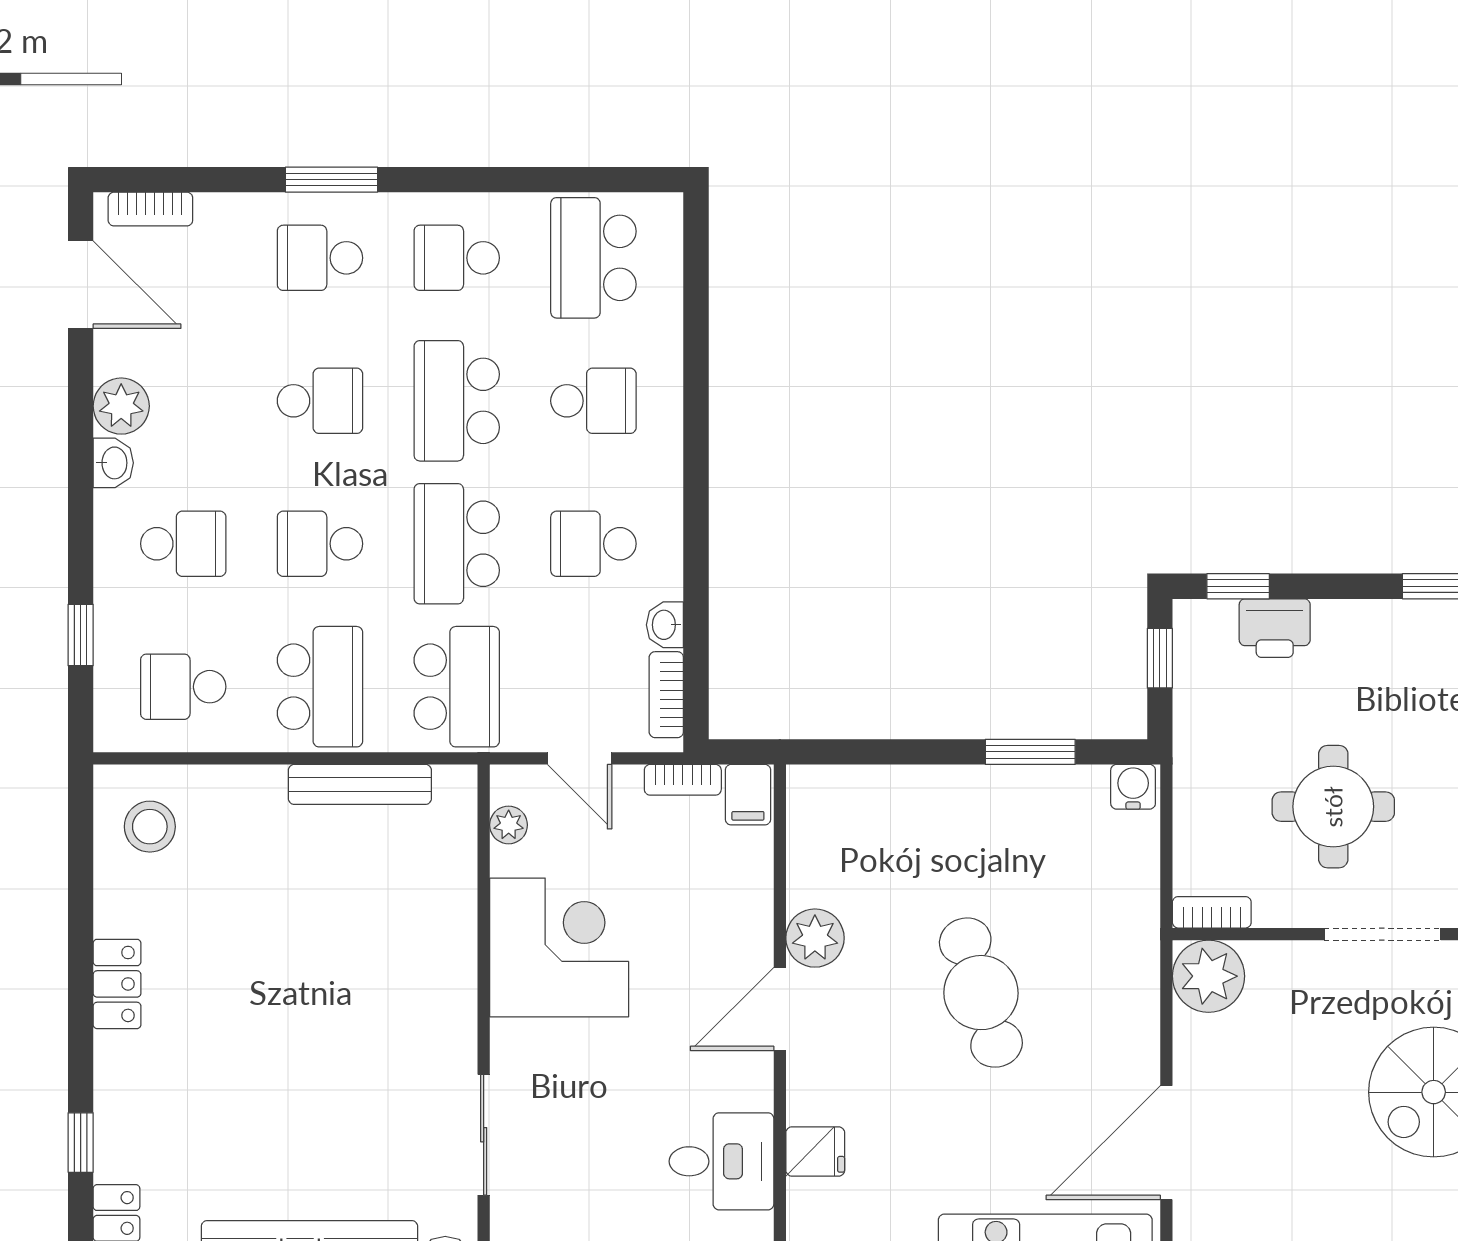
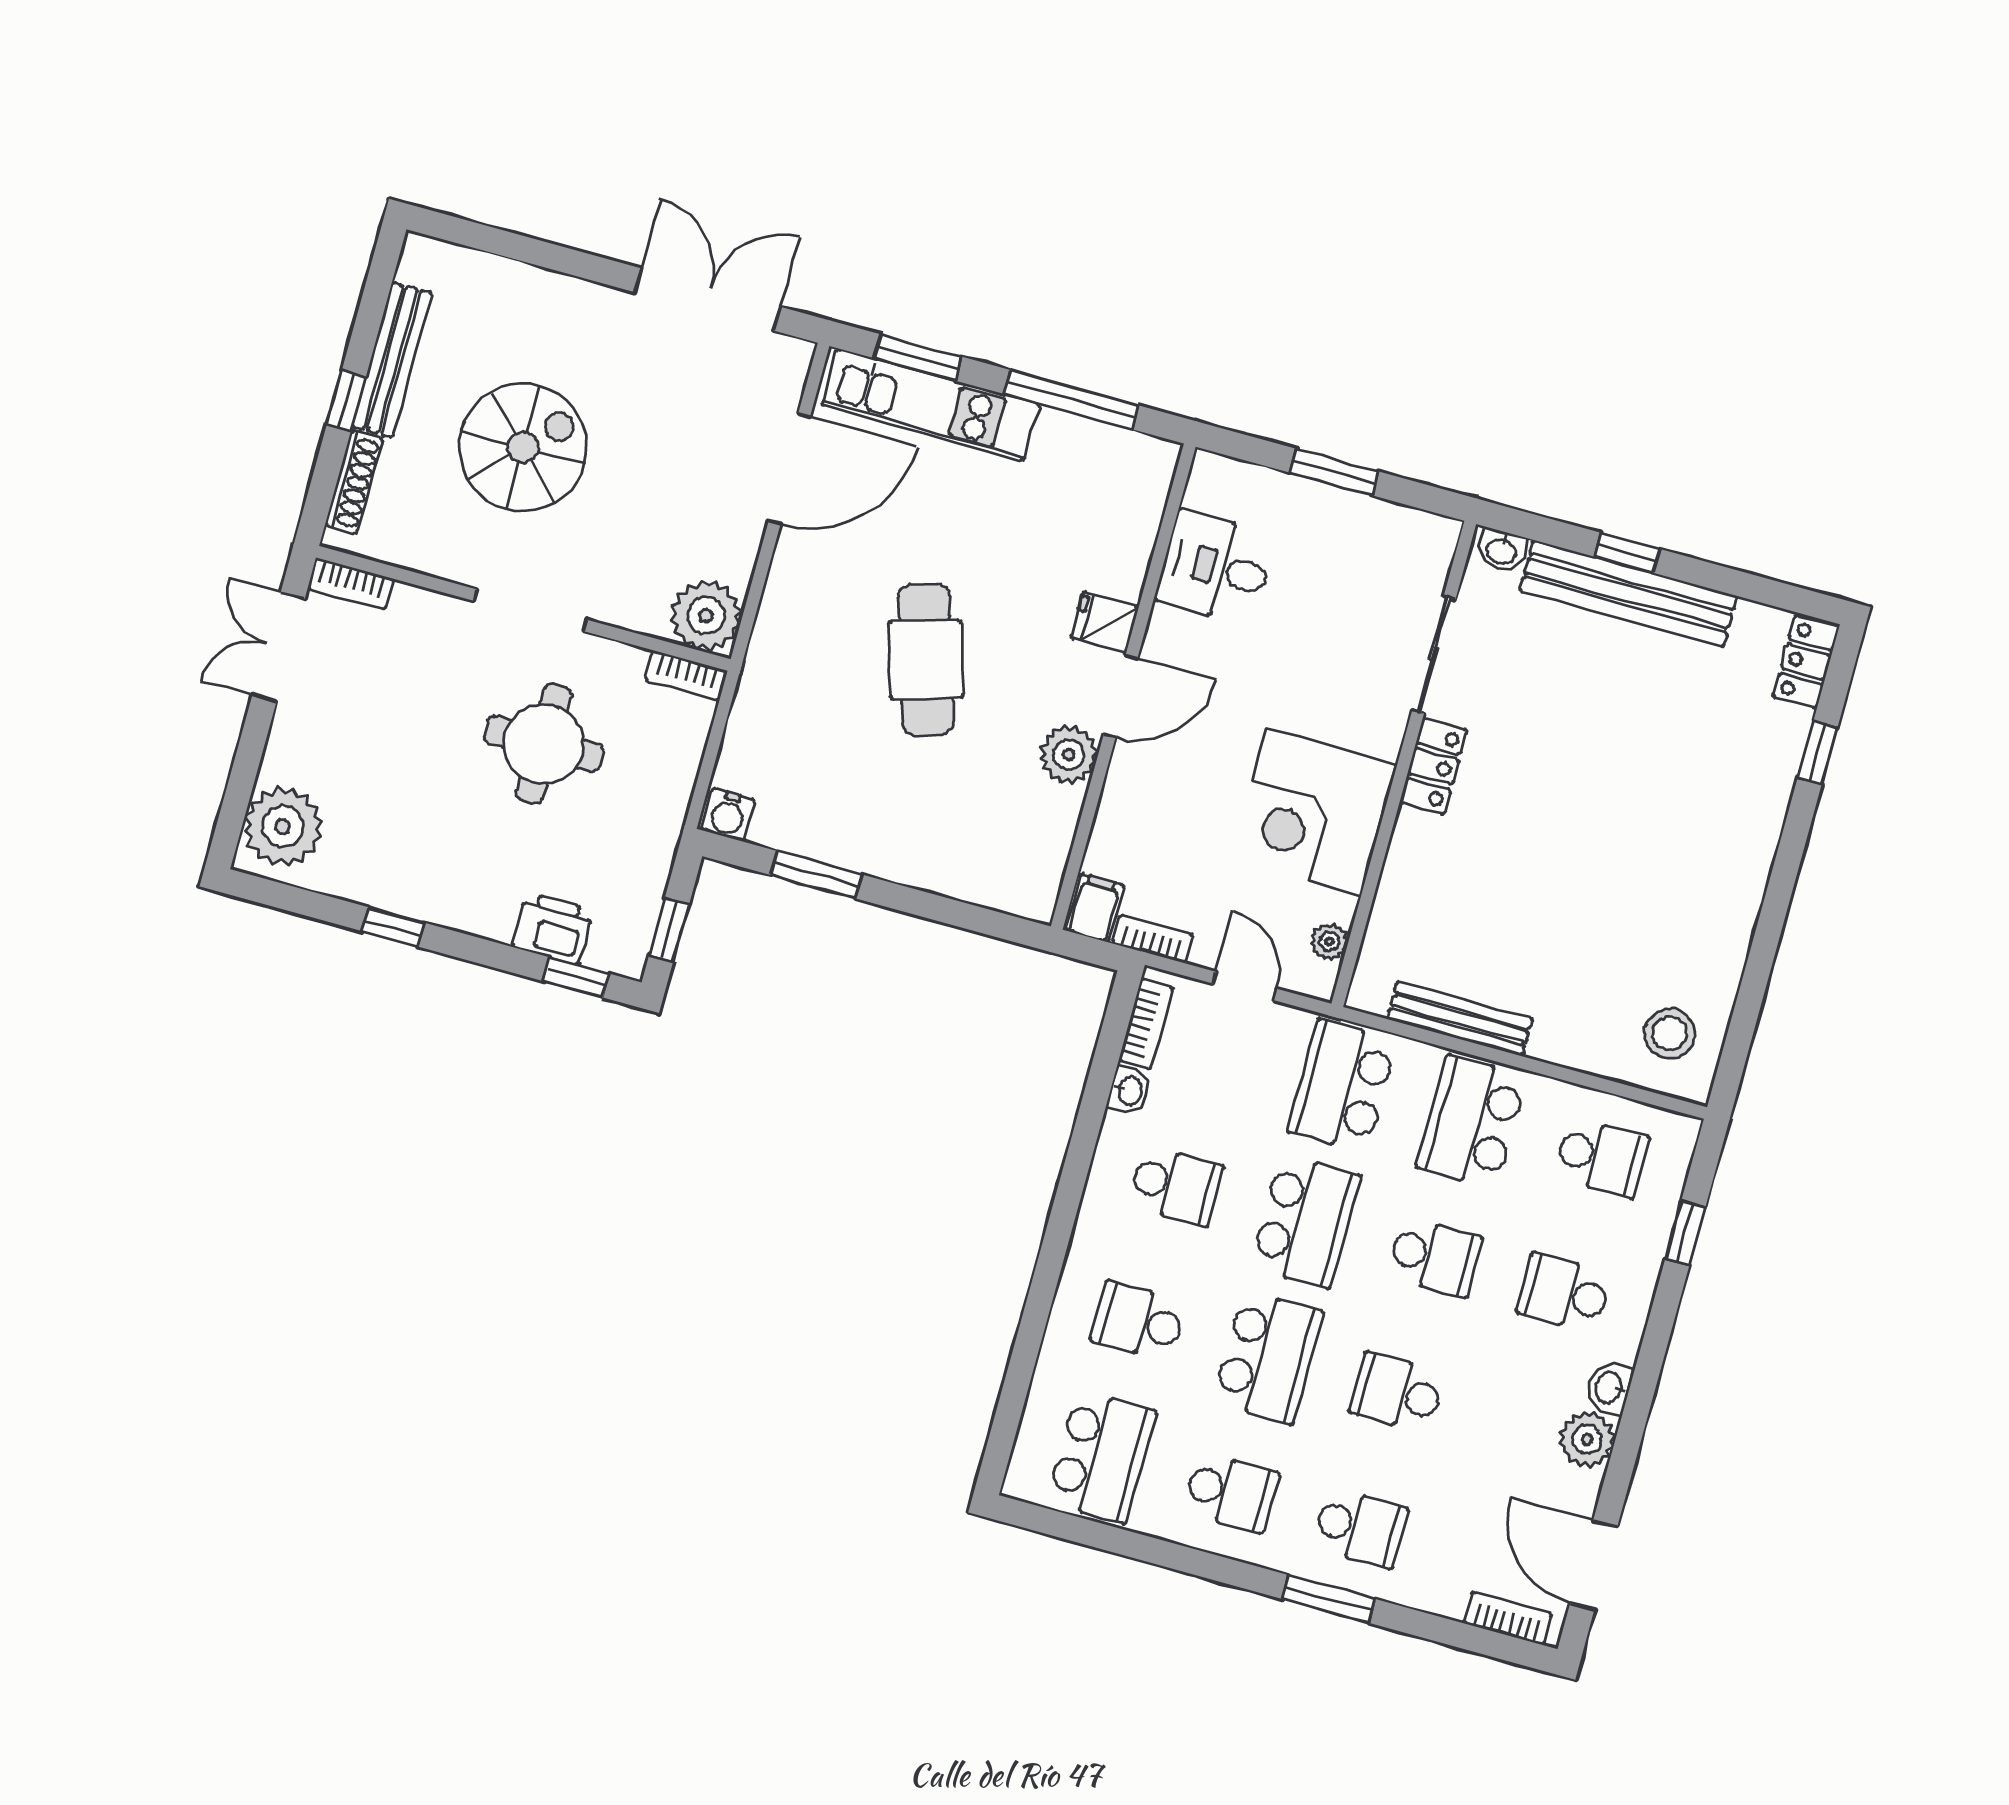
locker: (117, 984) -> (1434, 766), moved, turned 180
fridge: (815, 1151) -> (1105, 622), moved

